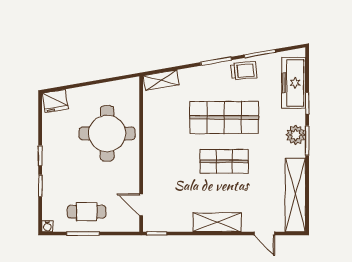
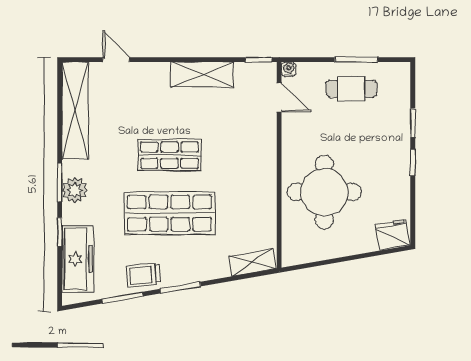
shelving: (217, 222) -> (202, 75), moved
water cooler: (47, 226) -> (289, 69), moved

